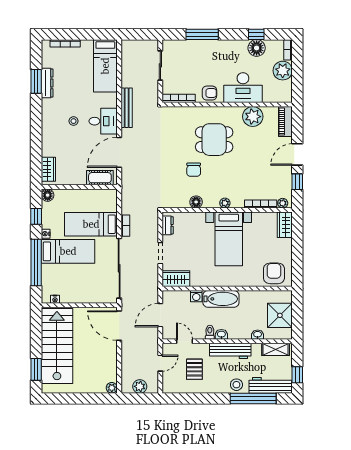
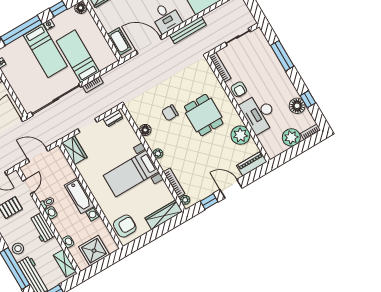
wardrobe: (285, 225) -> (164, 215), width x1.50
washing machine: (196, 296) -> (93, 214), moved
workbench: (230, 351) -> (42, 228), width x0.73

